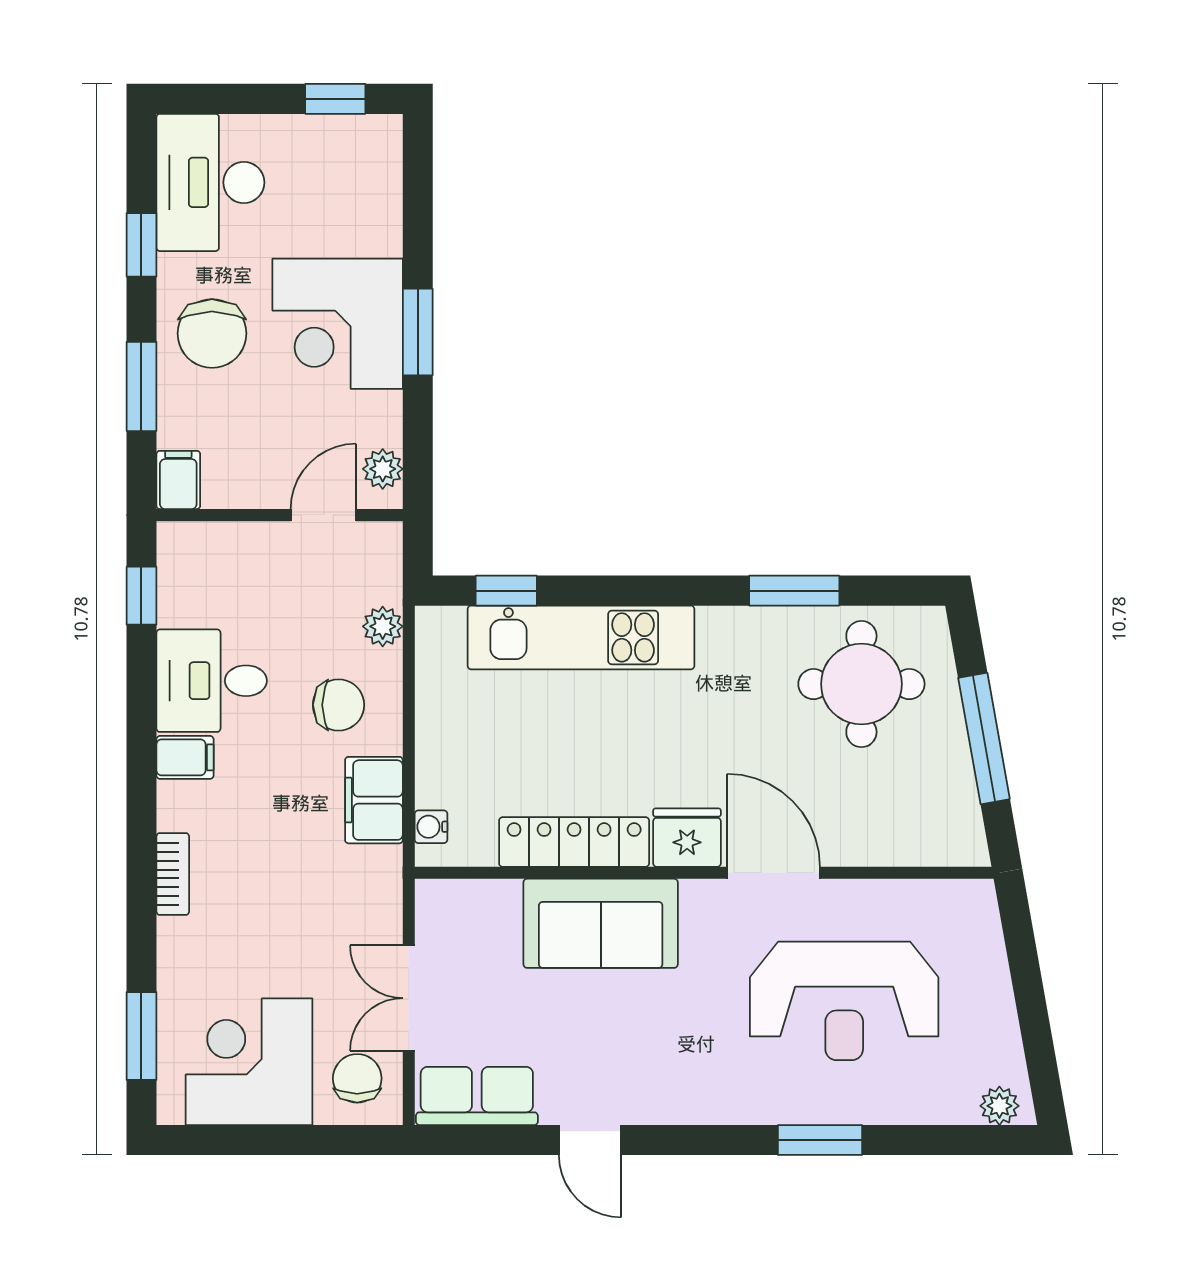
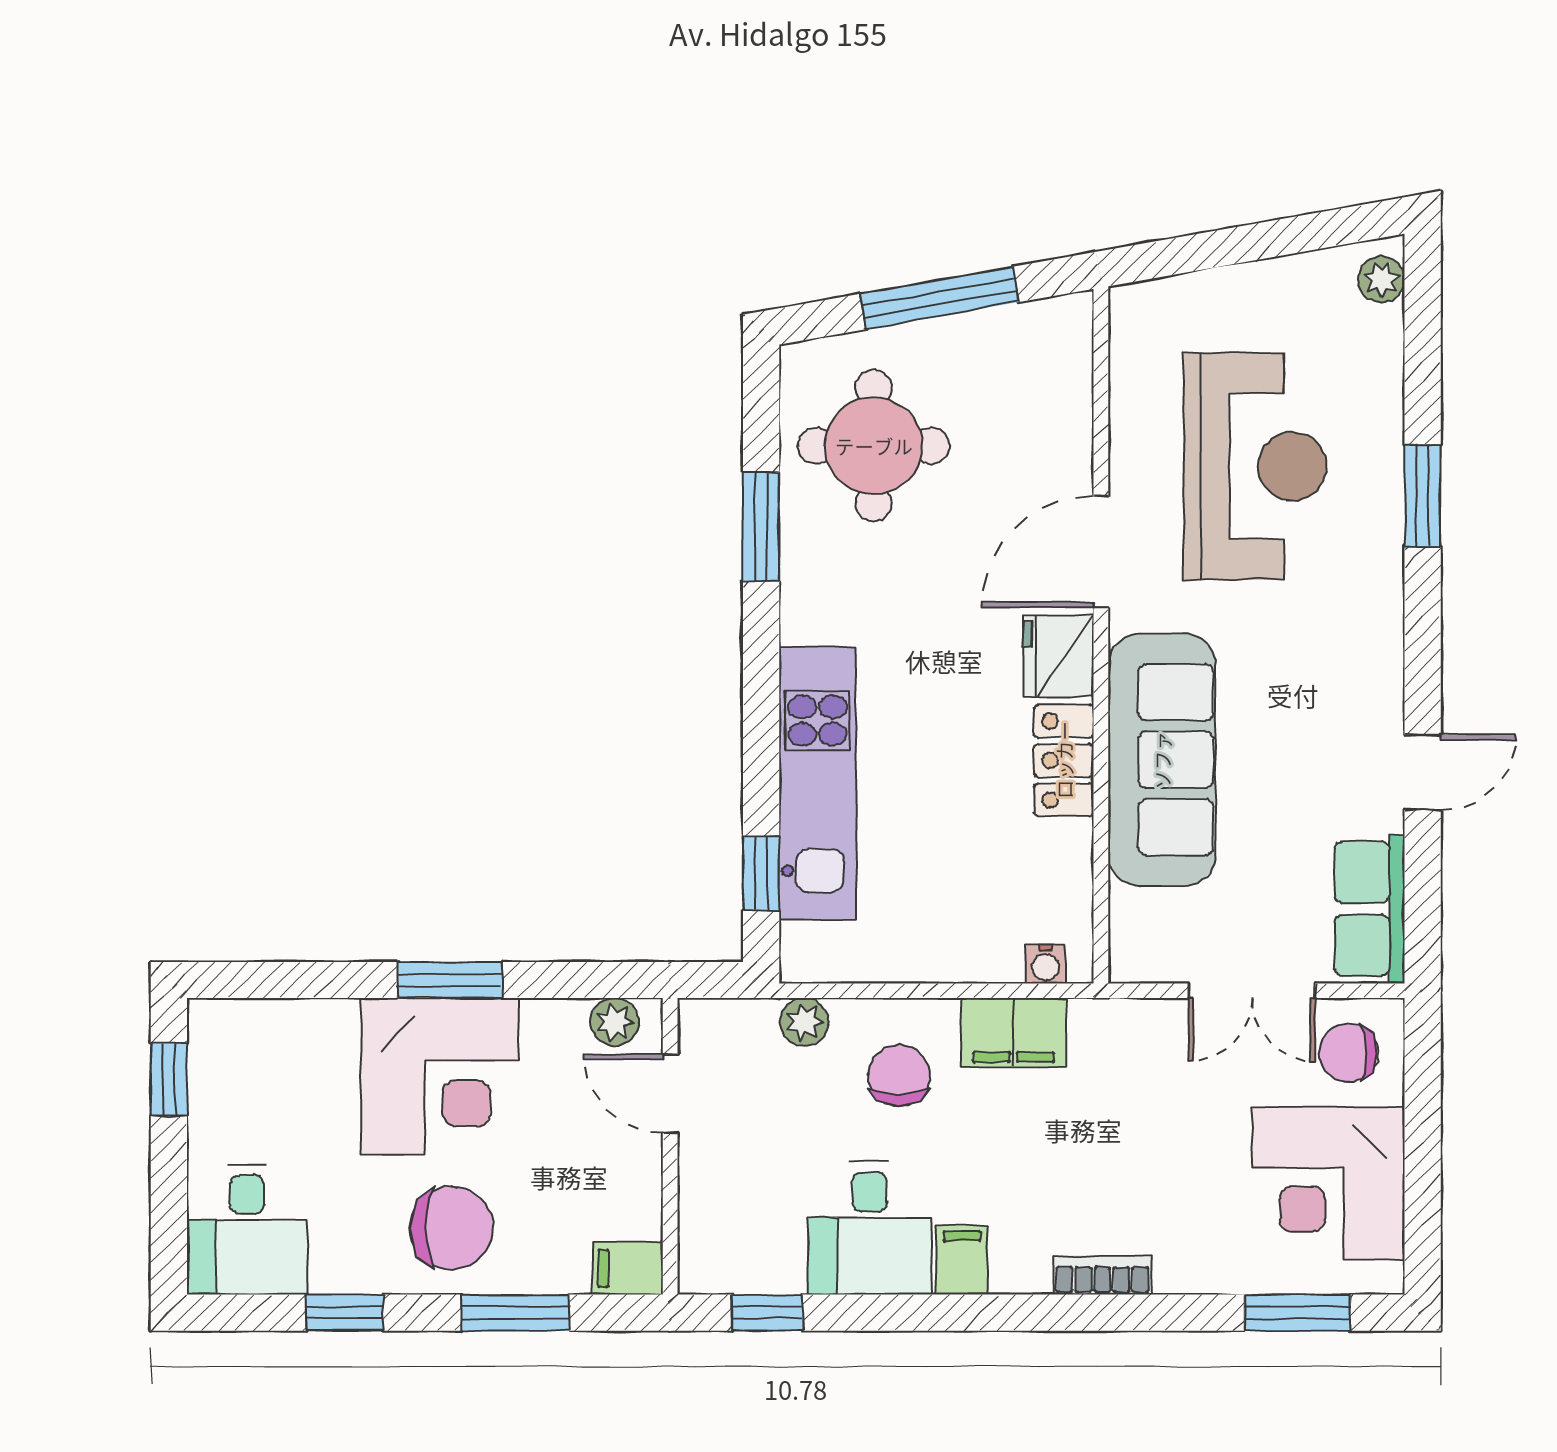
desk: (210, 182) -> (247, 1230), width x0.73
locker: (574, 842) -> (1064, 760), width x0.66
sofa: (601, 923) -> (1162, 760), width x1.36

